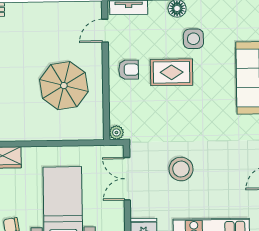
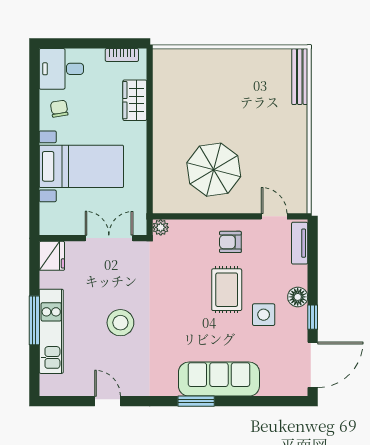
armchair: (129, 70) -> (230, 242), turned 90
stool: (181, 169) -> (120, 323), moved

